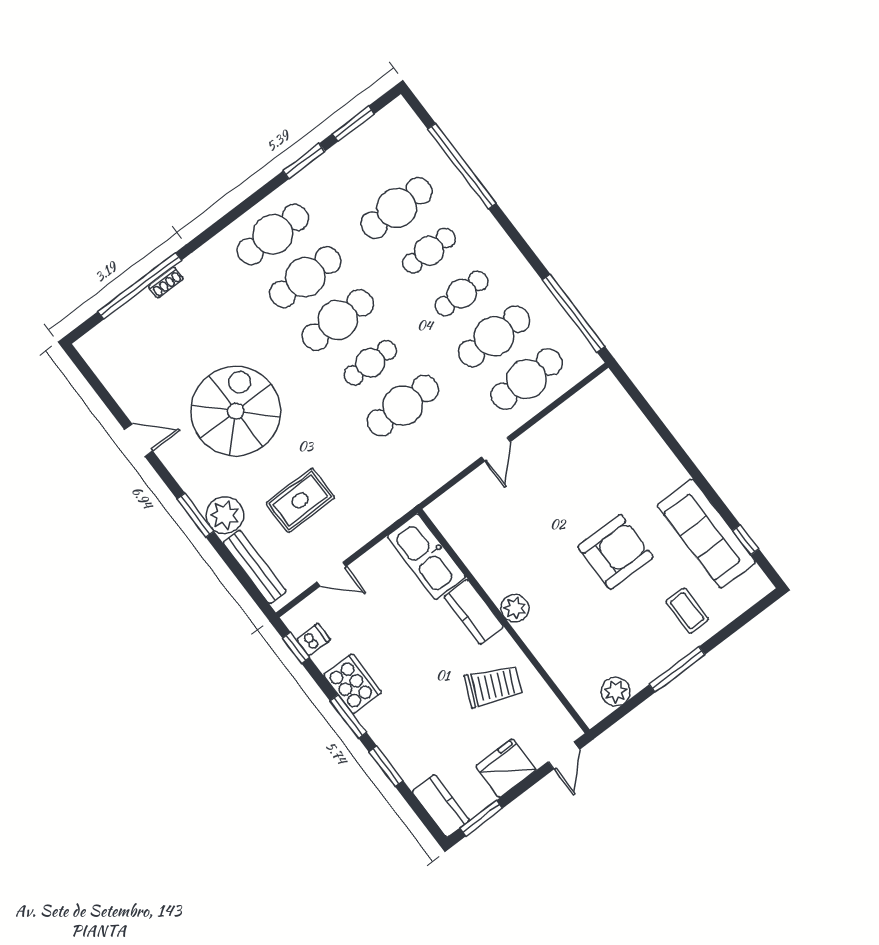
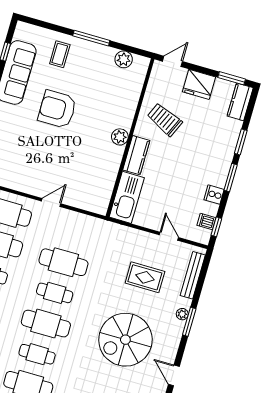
cafe table: (305, 277) -> (37, 354), width x0.73, depth x0.74
plant: (225, 515) -> (182, 314), width x0.53, depth x0.53
cooker: (353, 684) -> (214, 195), width x0.53, depth x0.76

